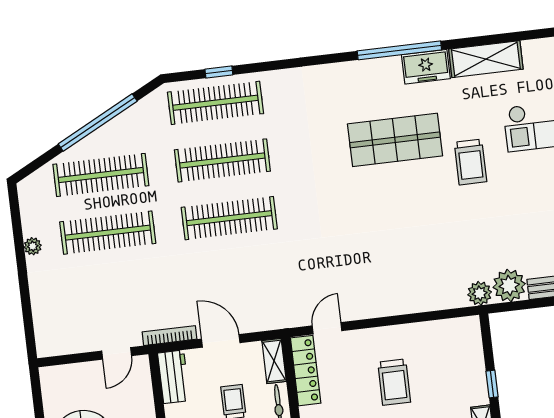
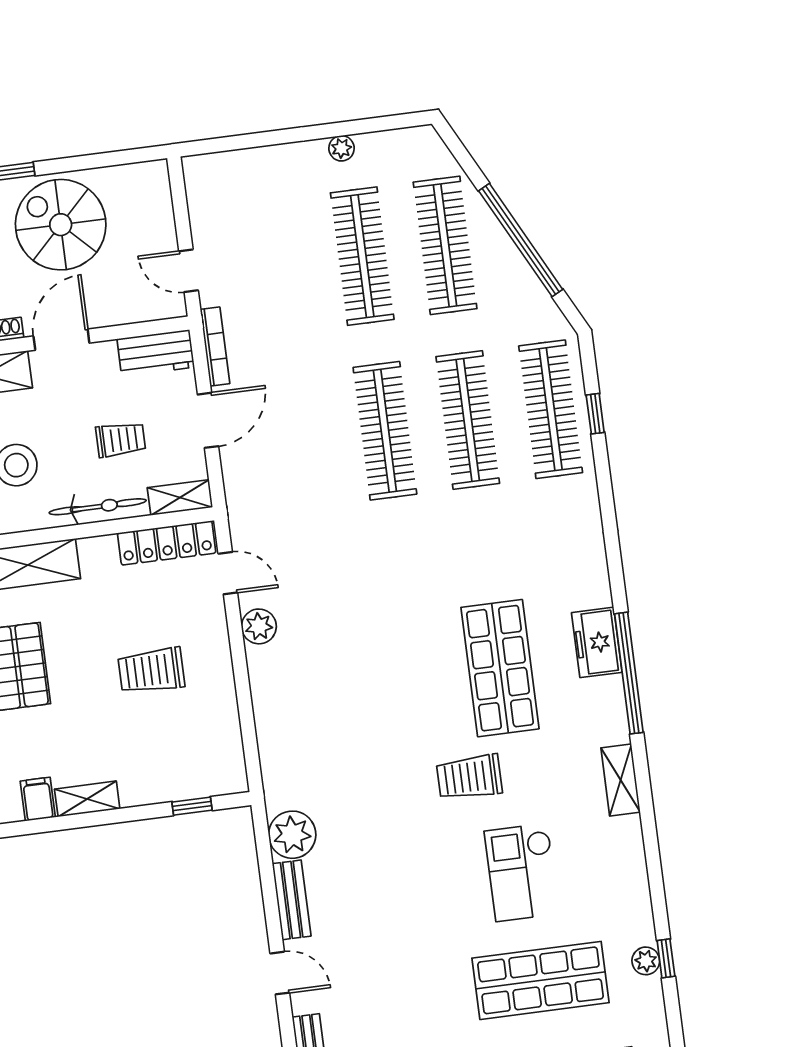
shelving: (486, 59) -> (621, 780), width x0.67, depth x0.75
freezer: (426, 67) -> (597, 642), moved
plant: (480, 293) -> (259, 626), moved
window: (492, 384) -> (192, 806), moved

